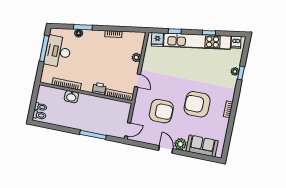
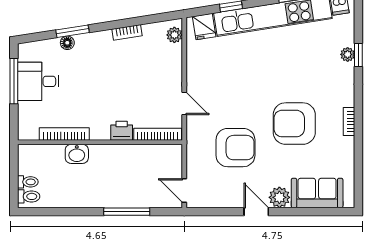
desk: (58, 52) -> (38, 81), width x0.73
plant: (136, 57) -> (174, 35), moved
door: (128, 129) -> (184, 190), swing flipped

